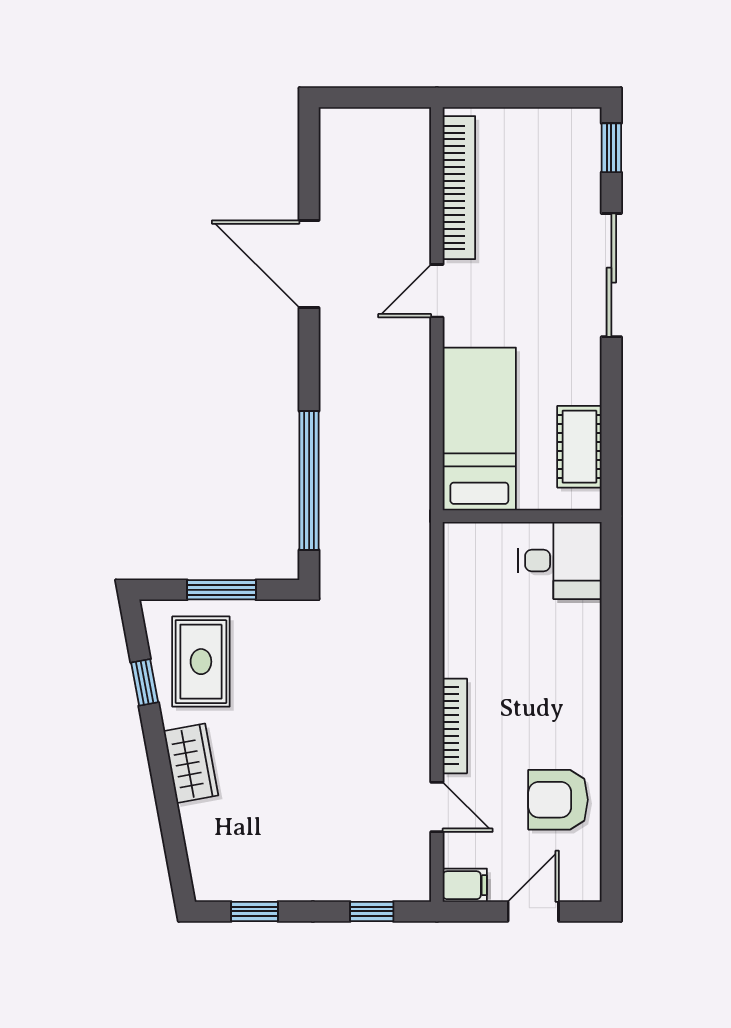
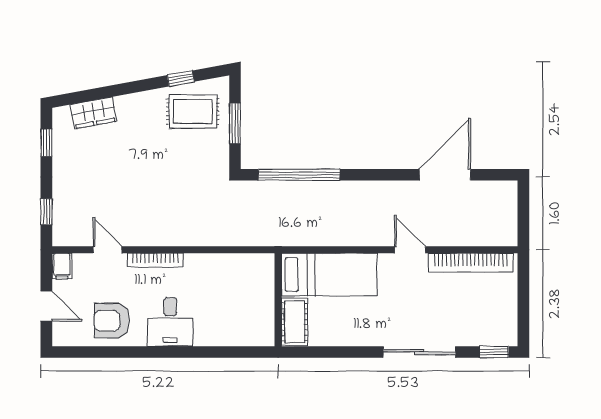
door: (309, 264) -> (445, 175), moved
cot: (579, 447) -> (295, 322), moved, turned 90
desk: (560, 561) -> (170, 322), moved
wardrobe: (191, 763) -> (93, 113), moved
armchair: (558, 800) -> (112, 321), turned -90
door: (437, 807) -> (108, 250), swing flipped

